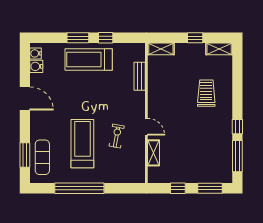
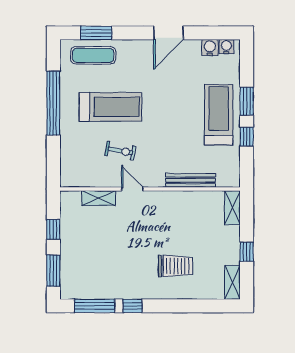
bench: (140, 76) -> (191, 180), width x1.36
door: (146, 127) -> (132, 189), swing flipped

